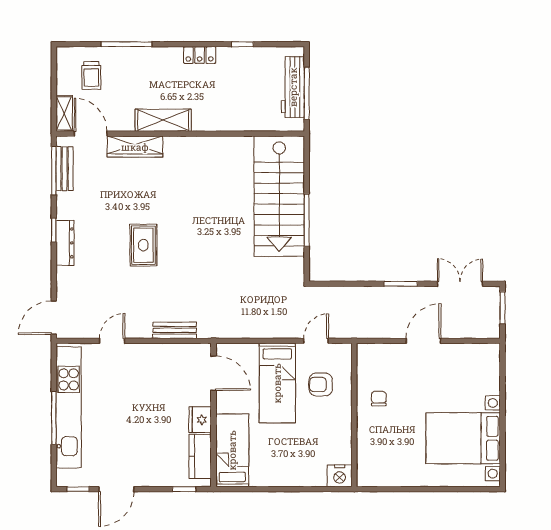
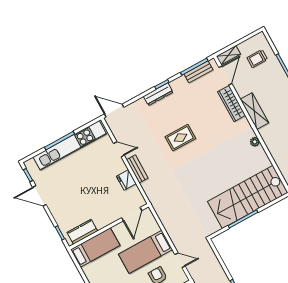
plant: (207, 143) -> (255, 142), added
bench: (175, 330) -> (137, 169), moved
fridge: (200, 420) -> (126, 180), moved, turned -90

